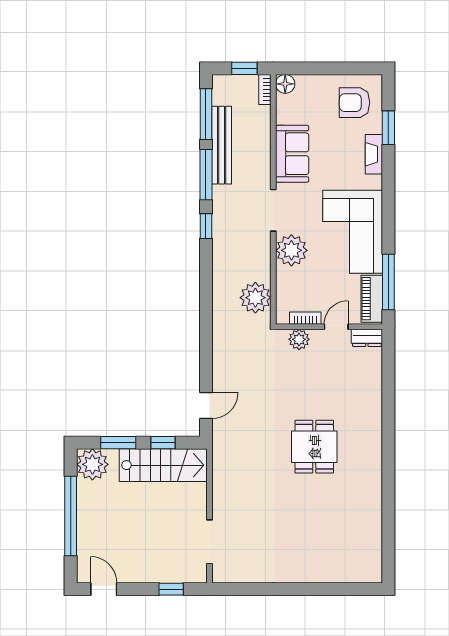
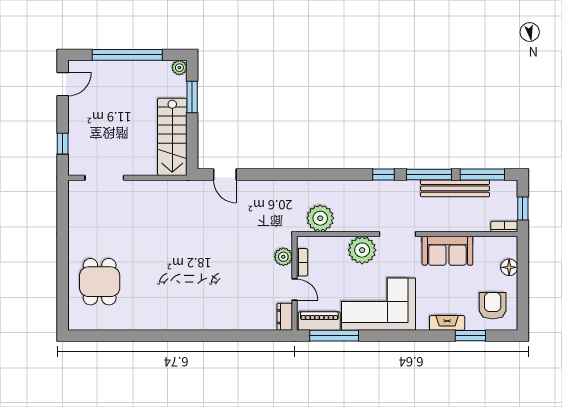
floor lamp: (285, 84) -> (509, 267), moved
window: (163, 443) -> (192, 137), removed
dining table: (314, 447) -> (100, 282), moved, turned 90
plant: (92, 464) -> (179, 68), width x0.53, depth x0.53

